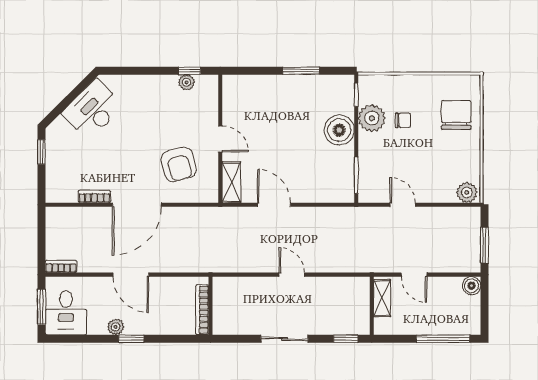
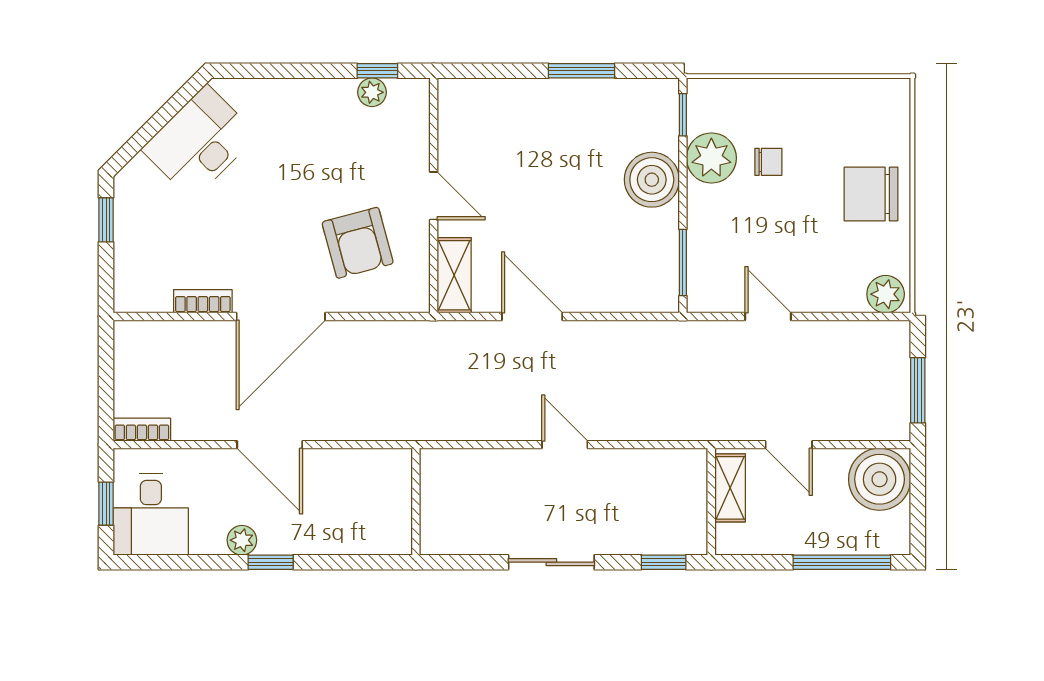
chair: (456, 115) -> (871, 194), moved, turned -90
boiler: (471, 286) -> (880, 479), width x1.86, depth x1.86
window: (42, 307) -> (106, 504), width x0.67
bookcase: (202, 310) -> (400, 509), removed

